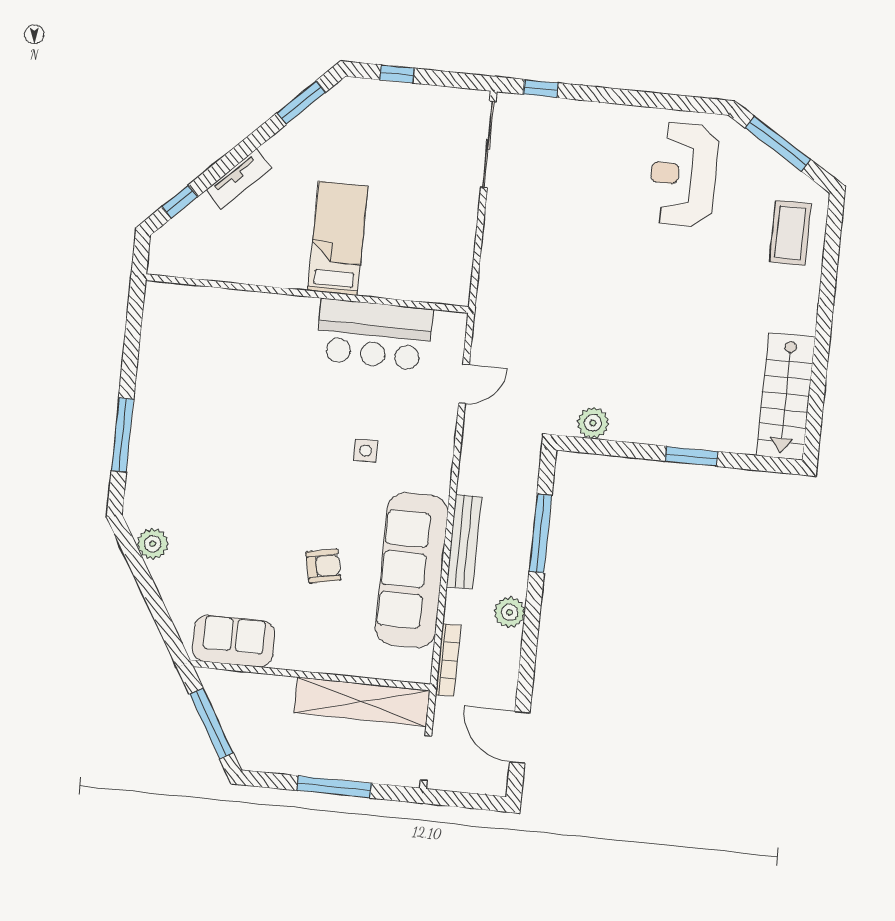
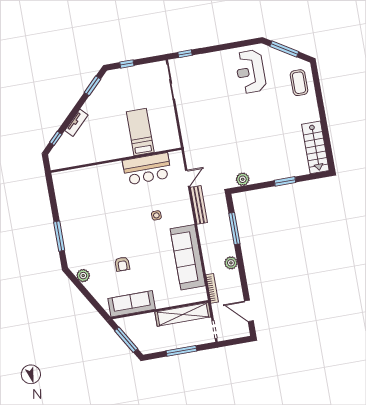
bed: (338, 238) -> (140, 132), moved
bench: (464, 542) -> (199, 205), moved
armchair: (323, 566) -> (122, 264), moved, turned 102
sofa: (234, 641) -> (132, 304), width x1.36

